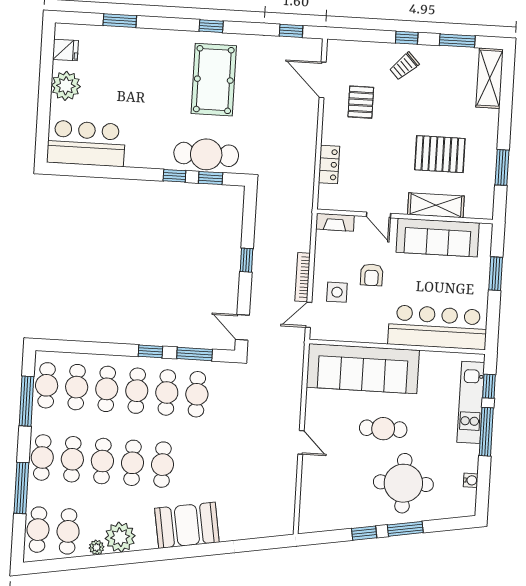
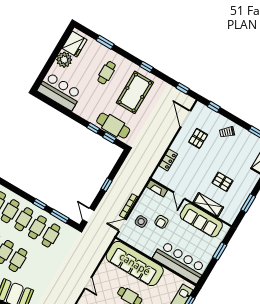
window: (407, 38) -> (214, 107), moved
fridge: (65, 50) -> (74, 44), width x1.88, depth x1.34
cafe table: (149, 71) -> (107, 73), added
pallet: (440, 154) -> (222, 182), width x0.67, depth x0.71

